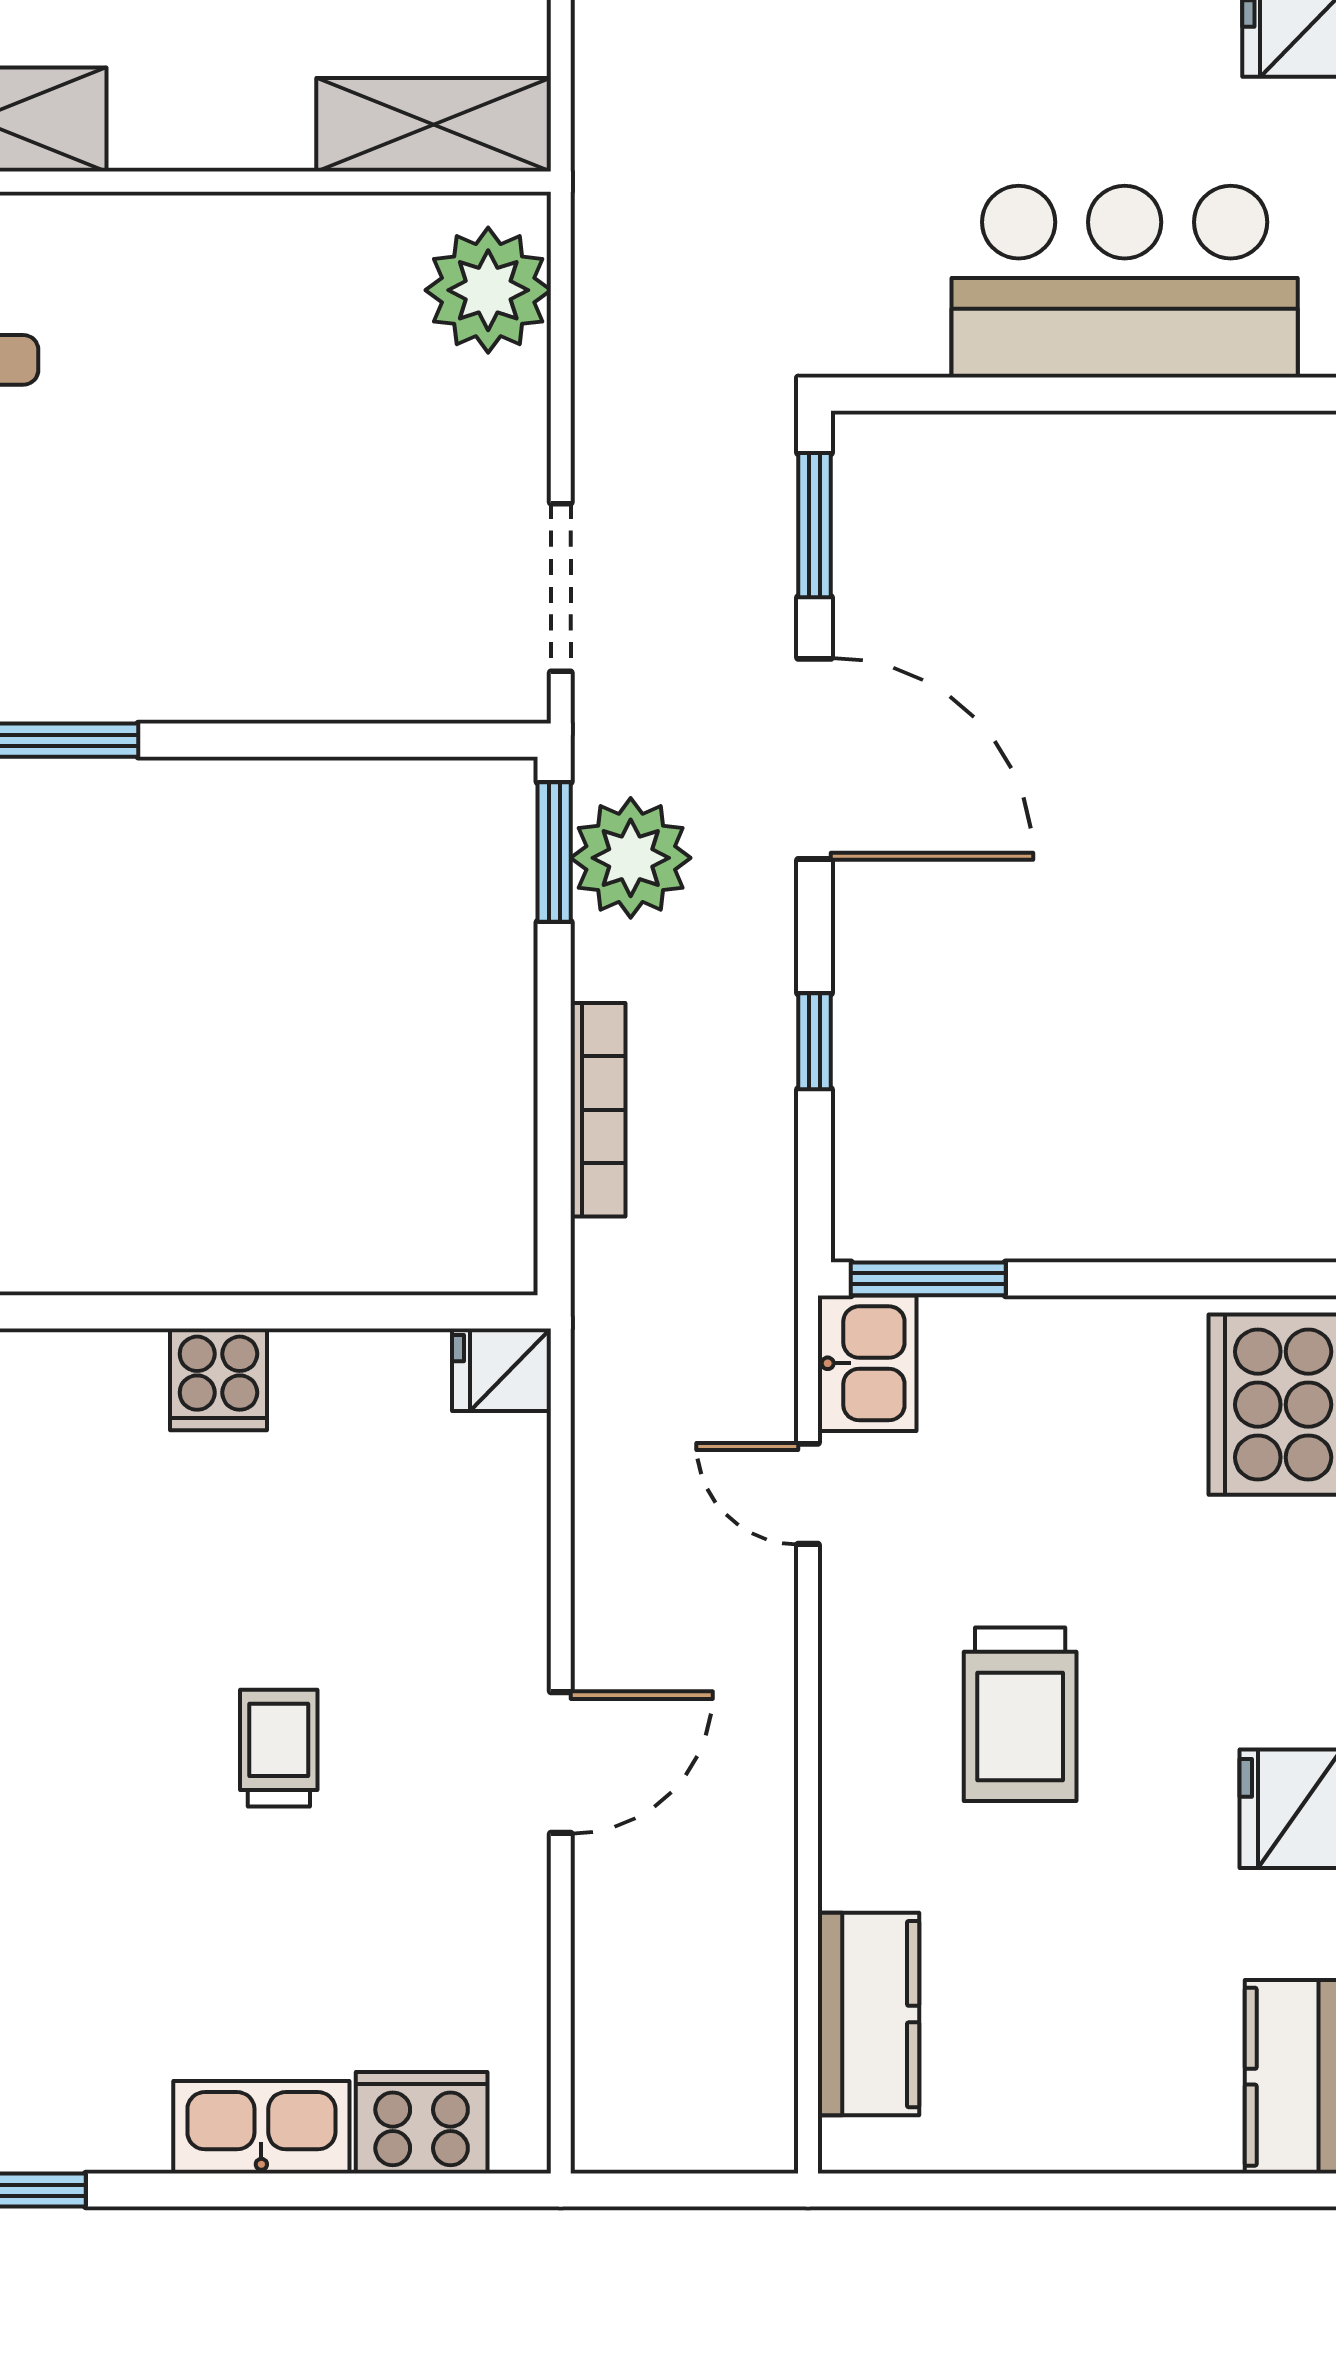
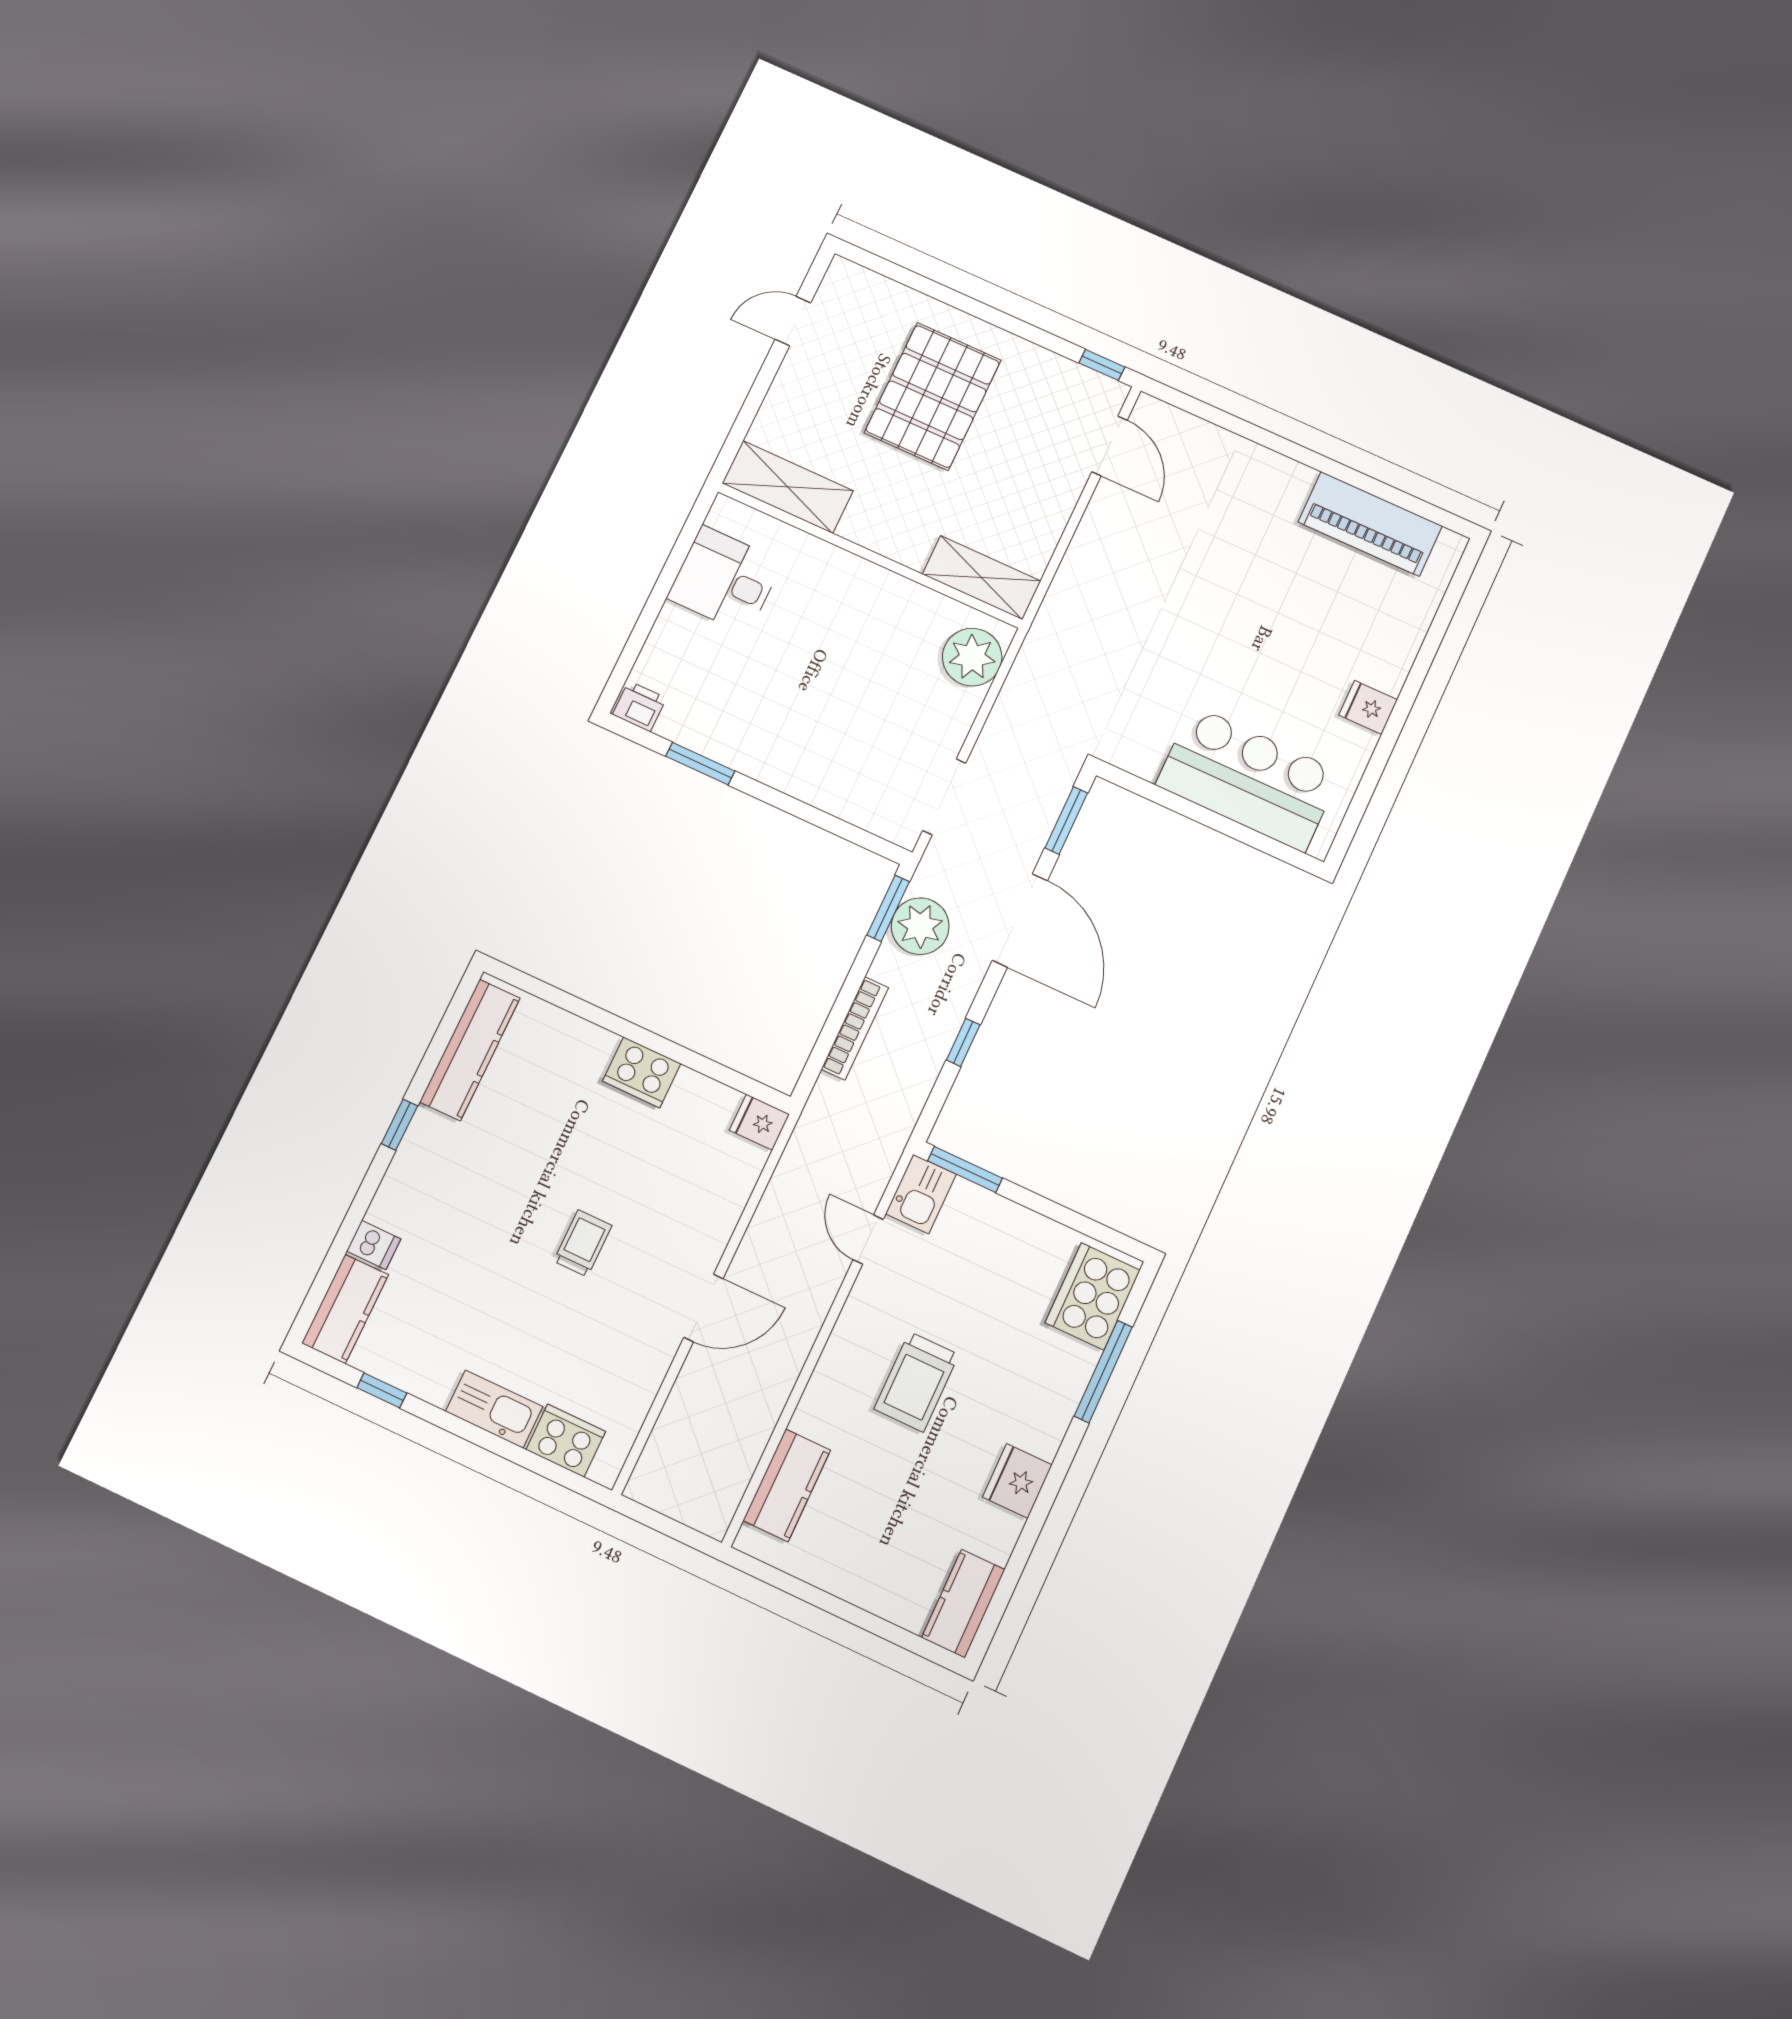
cooker: (218, 1379) -> (642, 1072), width x1.36

